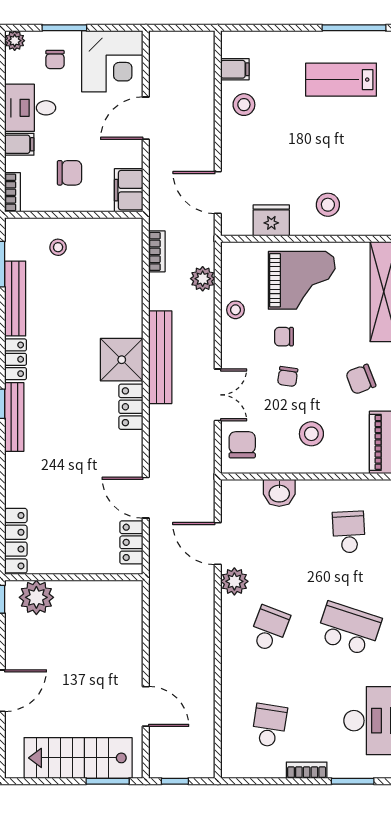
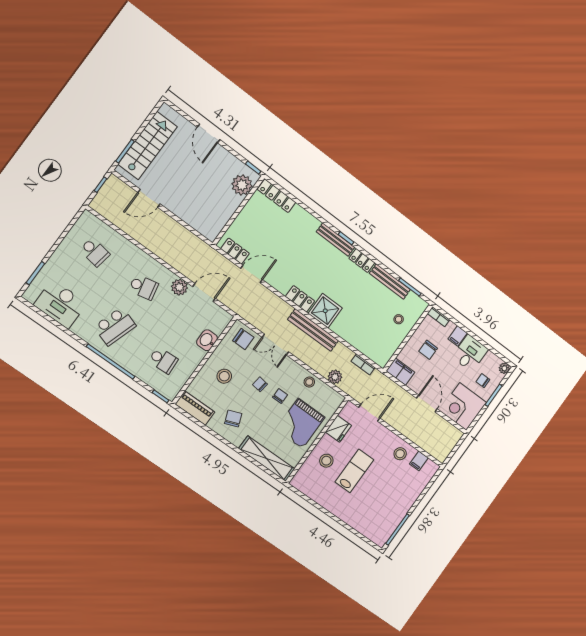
lab bench: (341, 80) -> (354, 471), moved
school desk: (269, 629) -> (144, 287), turned -33
bookcase: (307, 770) -> (58, 254), removed

